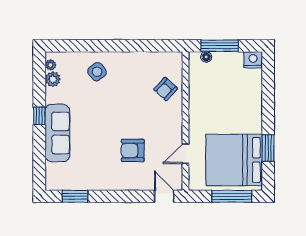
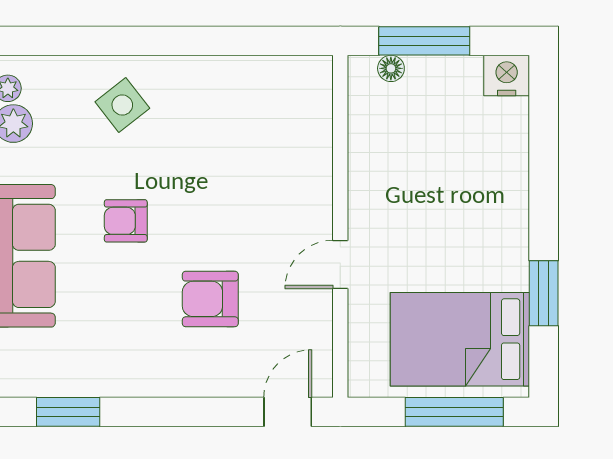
armchair: (166, 89) -> (126, 221), moved, turned 47
door: (186, 154) -> (340, 264), moved
bed: (234, 160) -> (460, 339), width x0.73
door: (164, 196) -> (288, 412), hinge flipped

